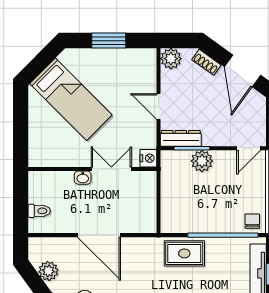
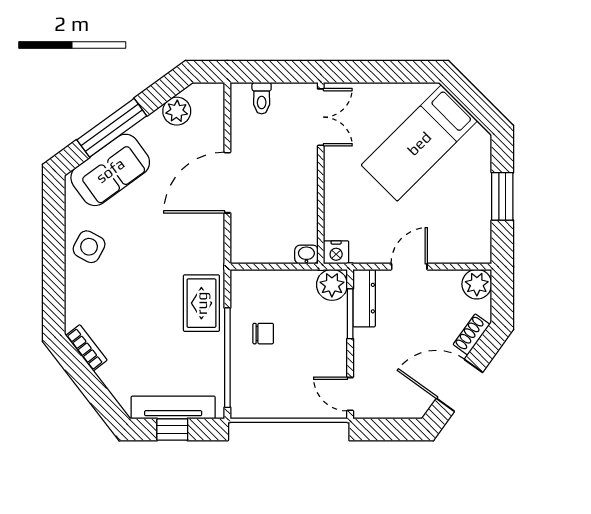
plant: (202, 161) -> (332, 285), moved
double door: (111, 169) -> (321, 117), moved
washbasin: (83, 178) -> (306, 255), moved, turned 90
chair: (252, 221) -> (263, 334), moved

